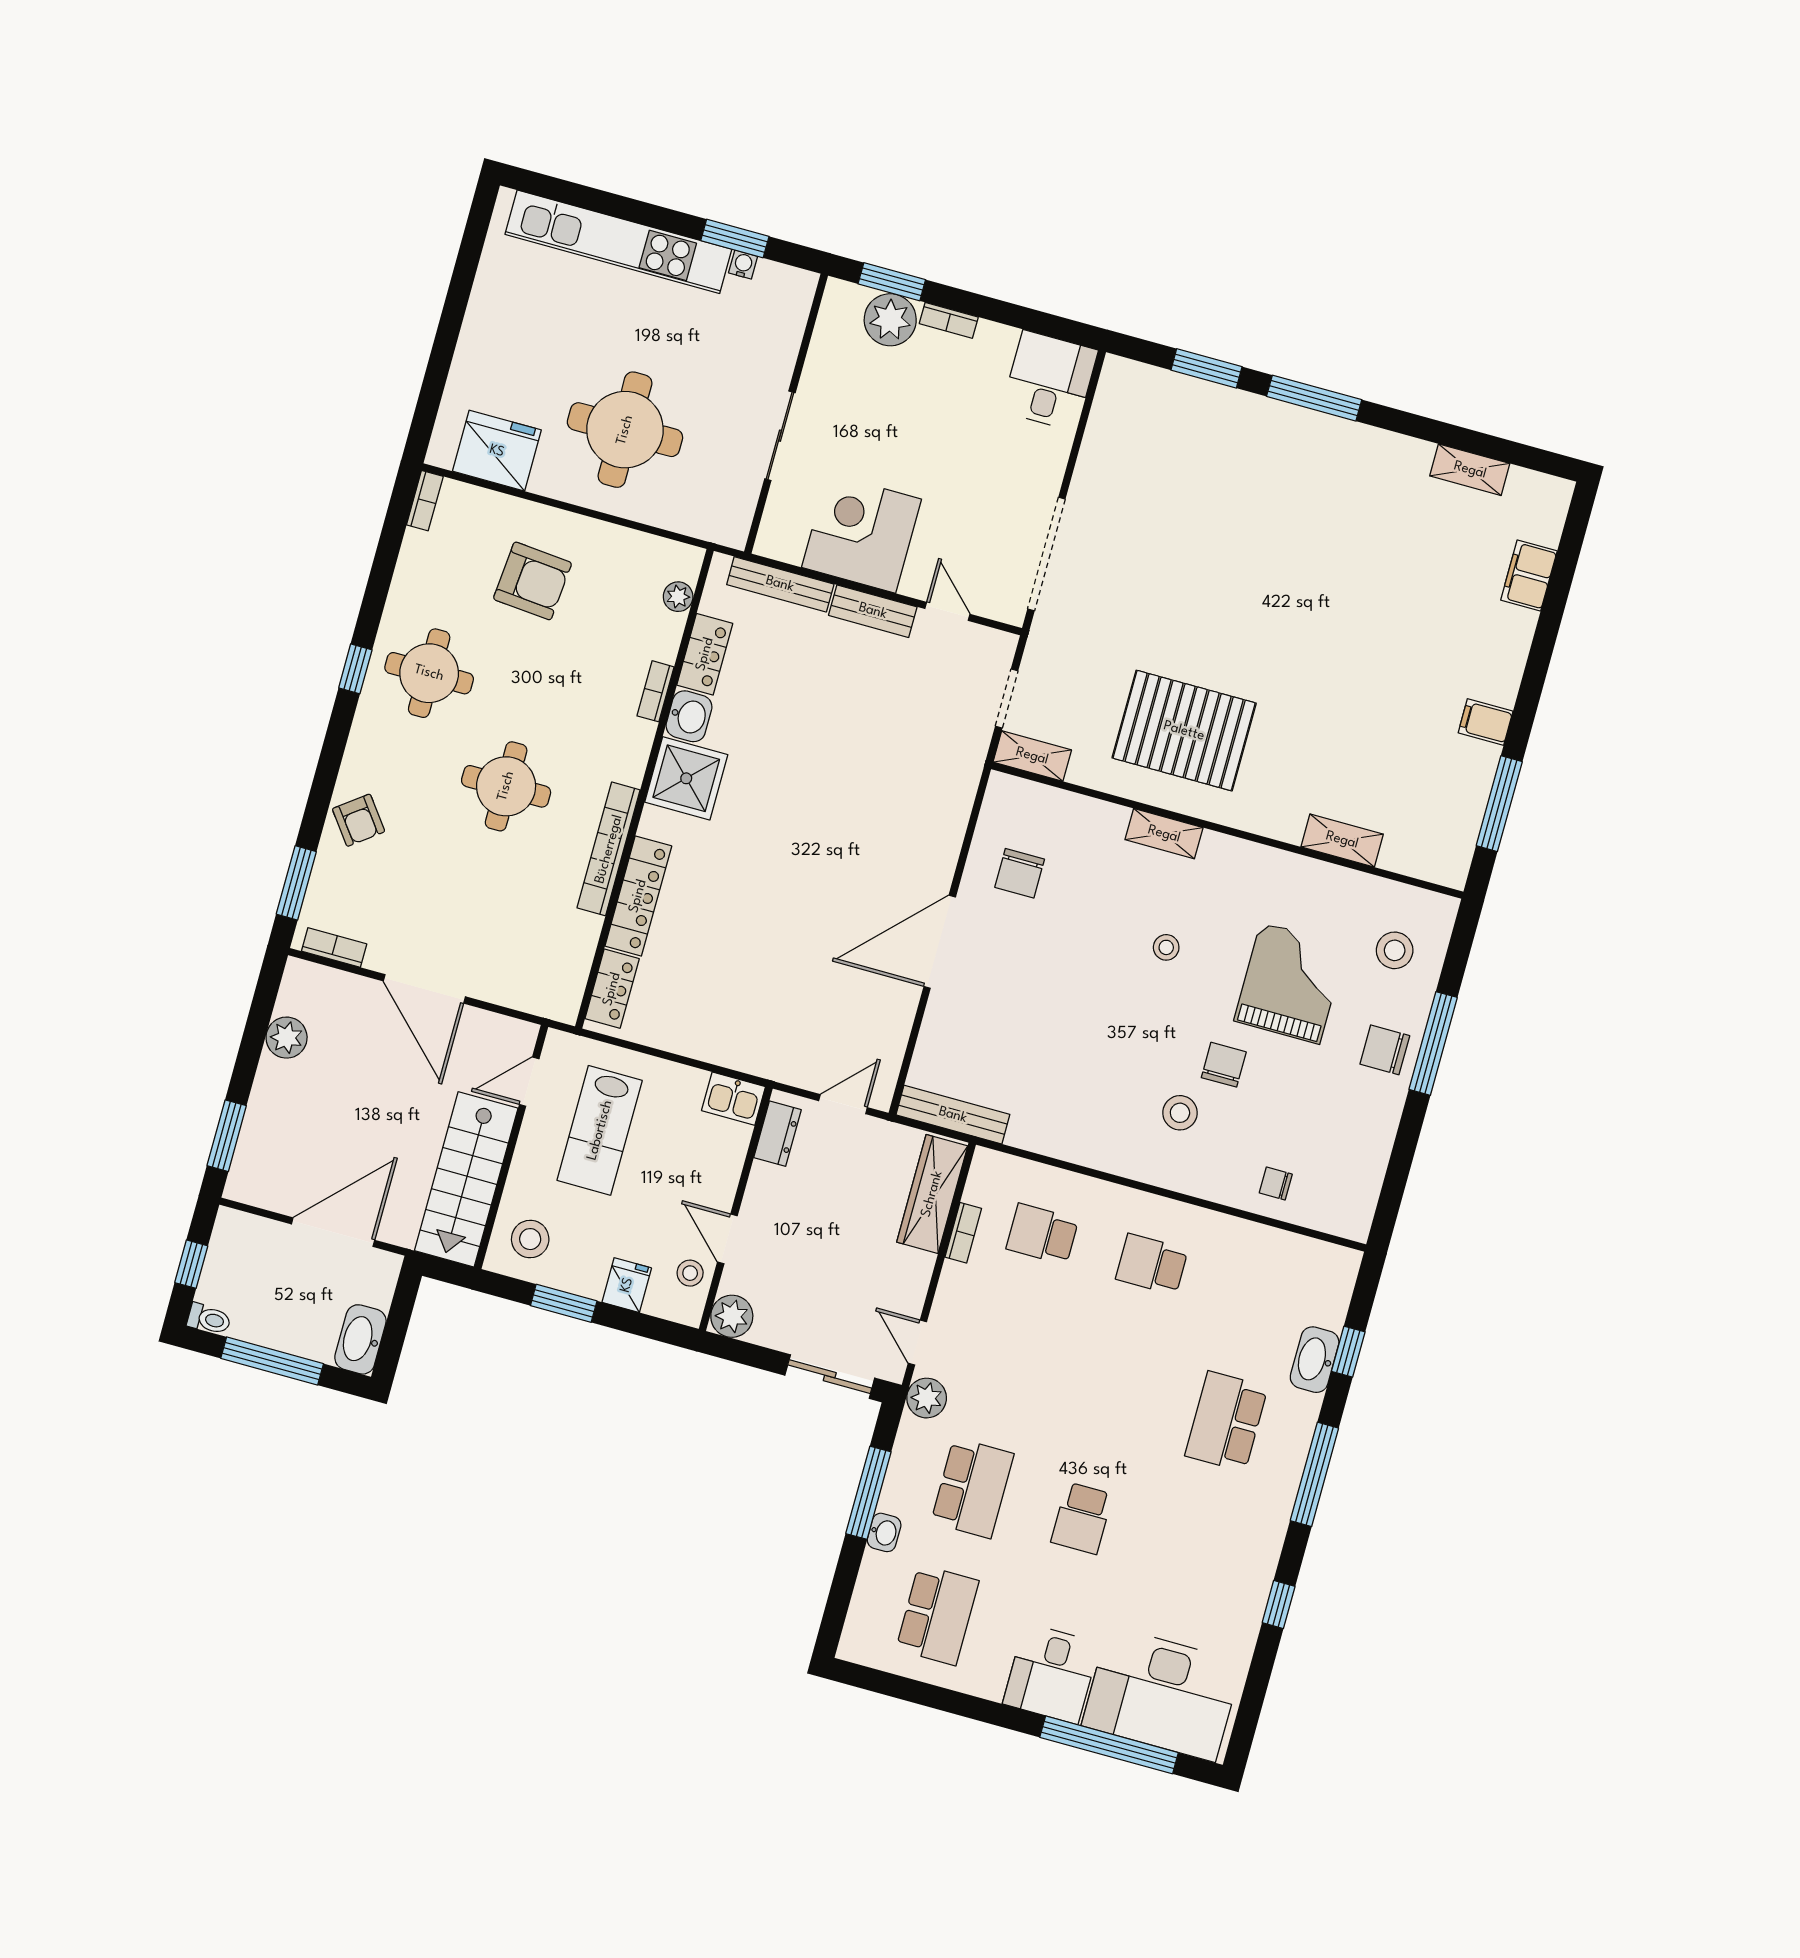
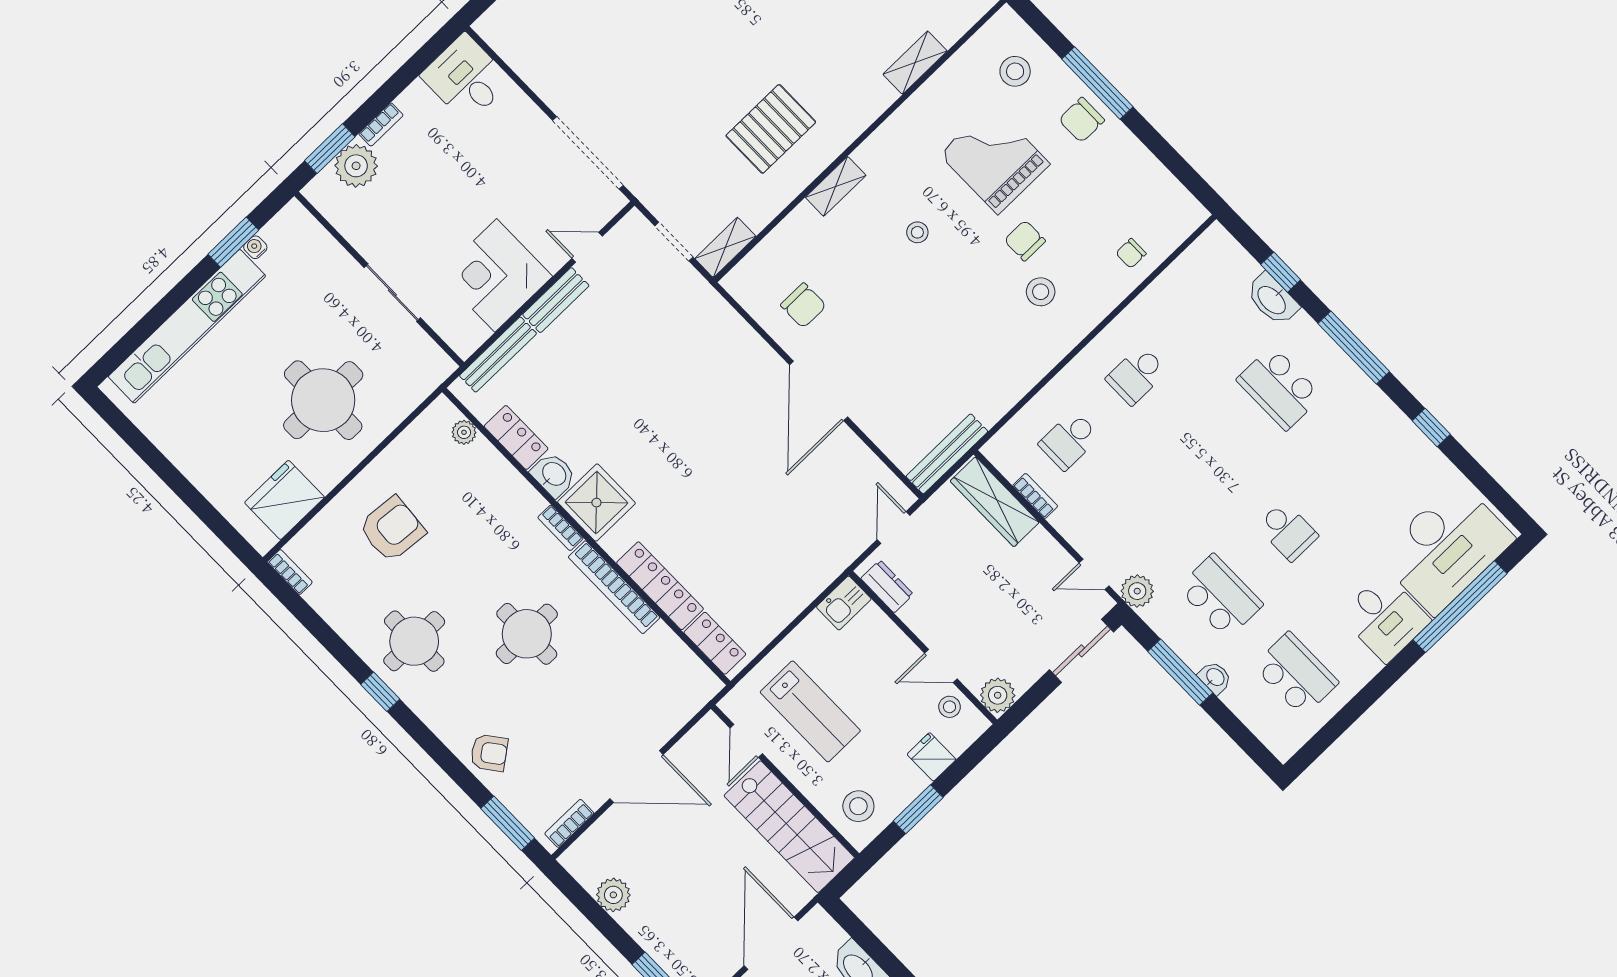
bookcase: (655, 691) -> (560, 528), moved
pallet: (1184, 731) -> (771, 129), width x0.73, depth x0.71

